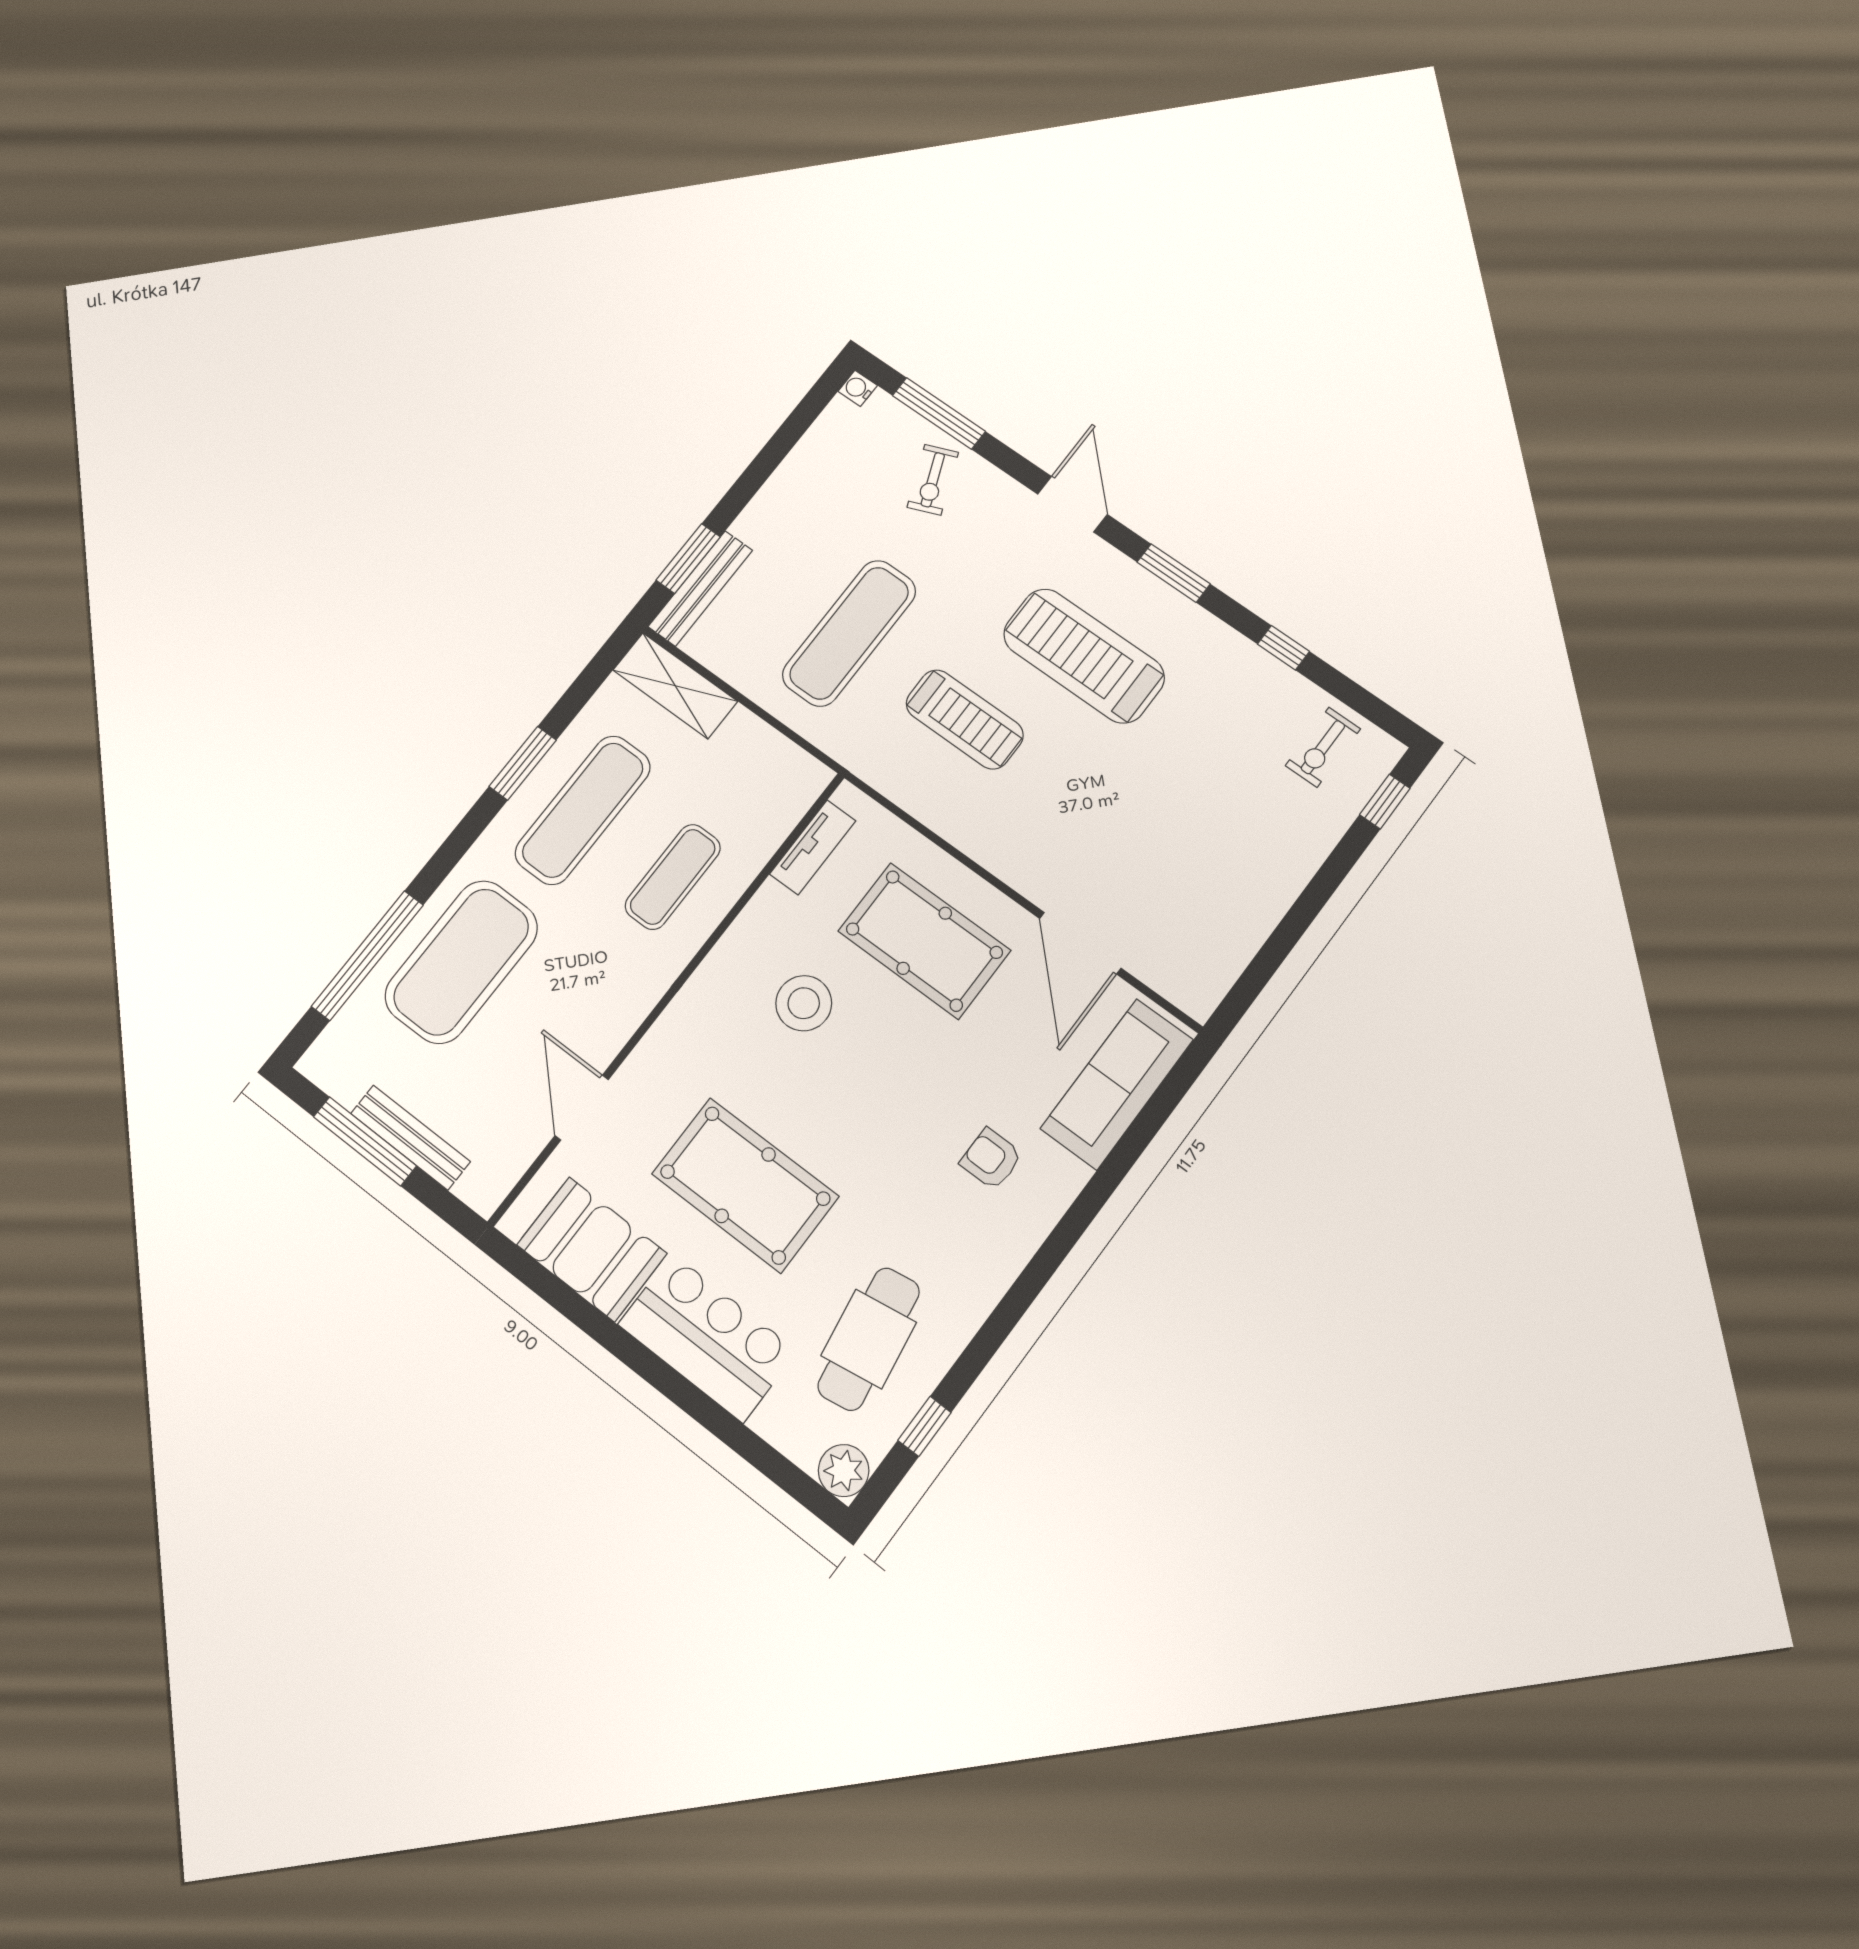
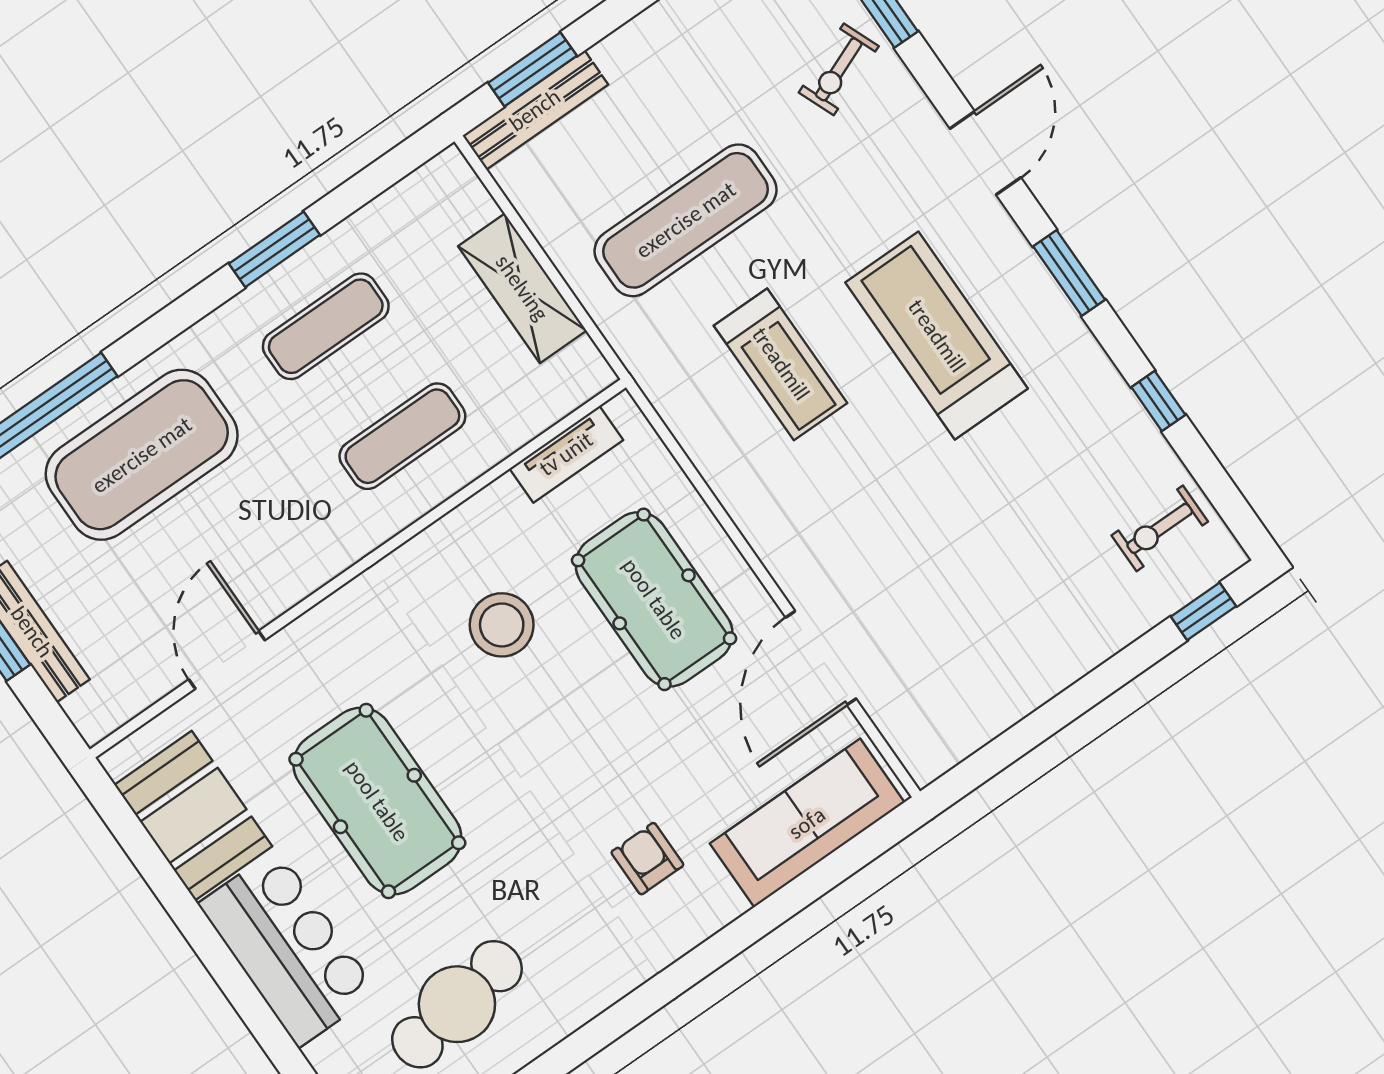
shelving: (675, 686) -> (522, 288), moved
exercise mat: (583, 810) -> (326, 326), width x0.73, depth x0.69

